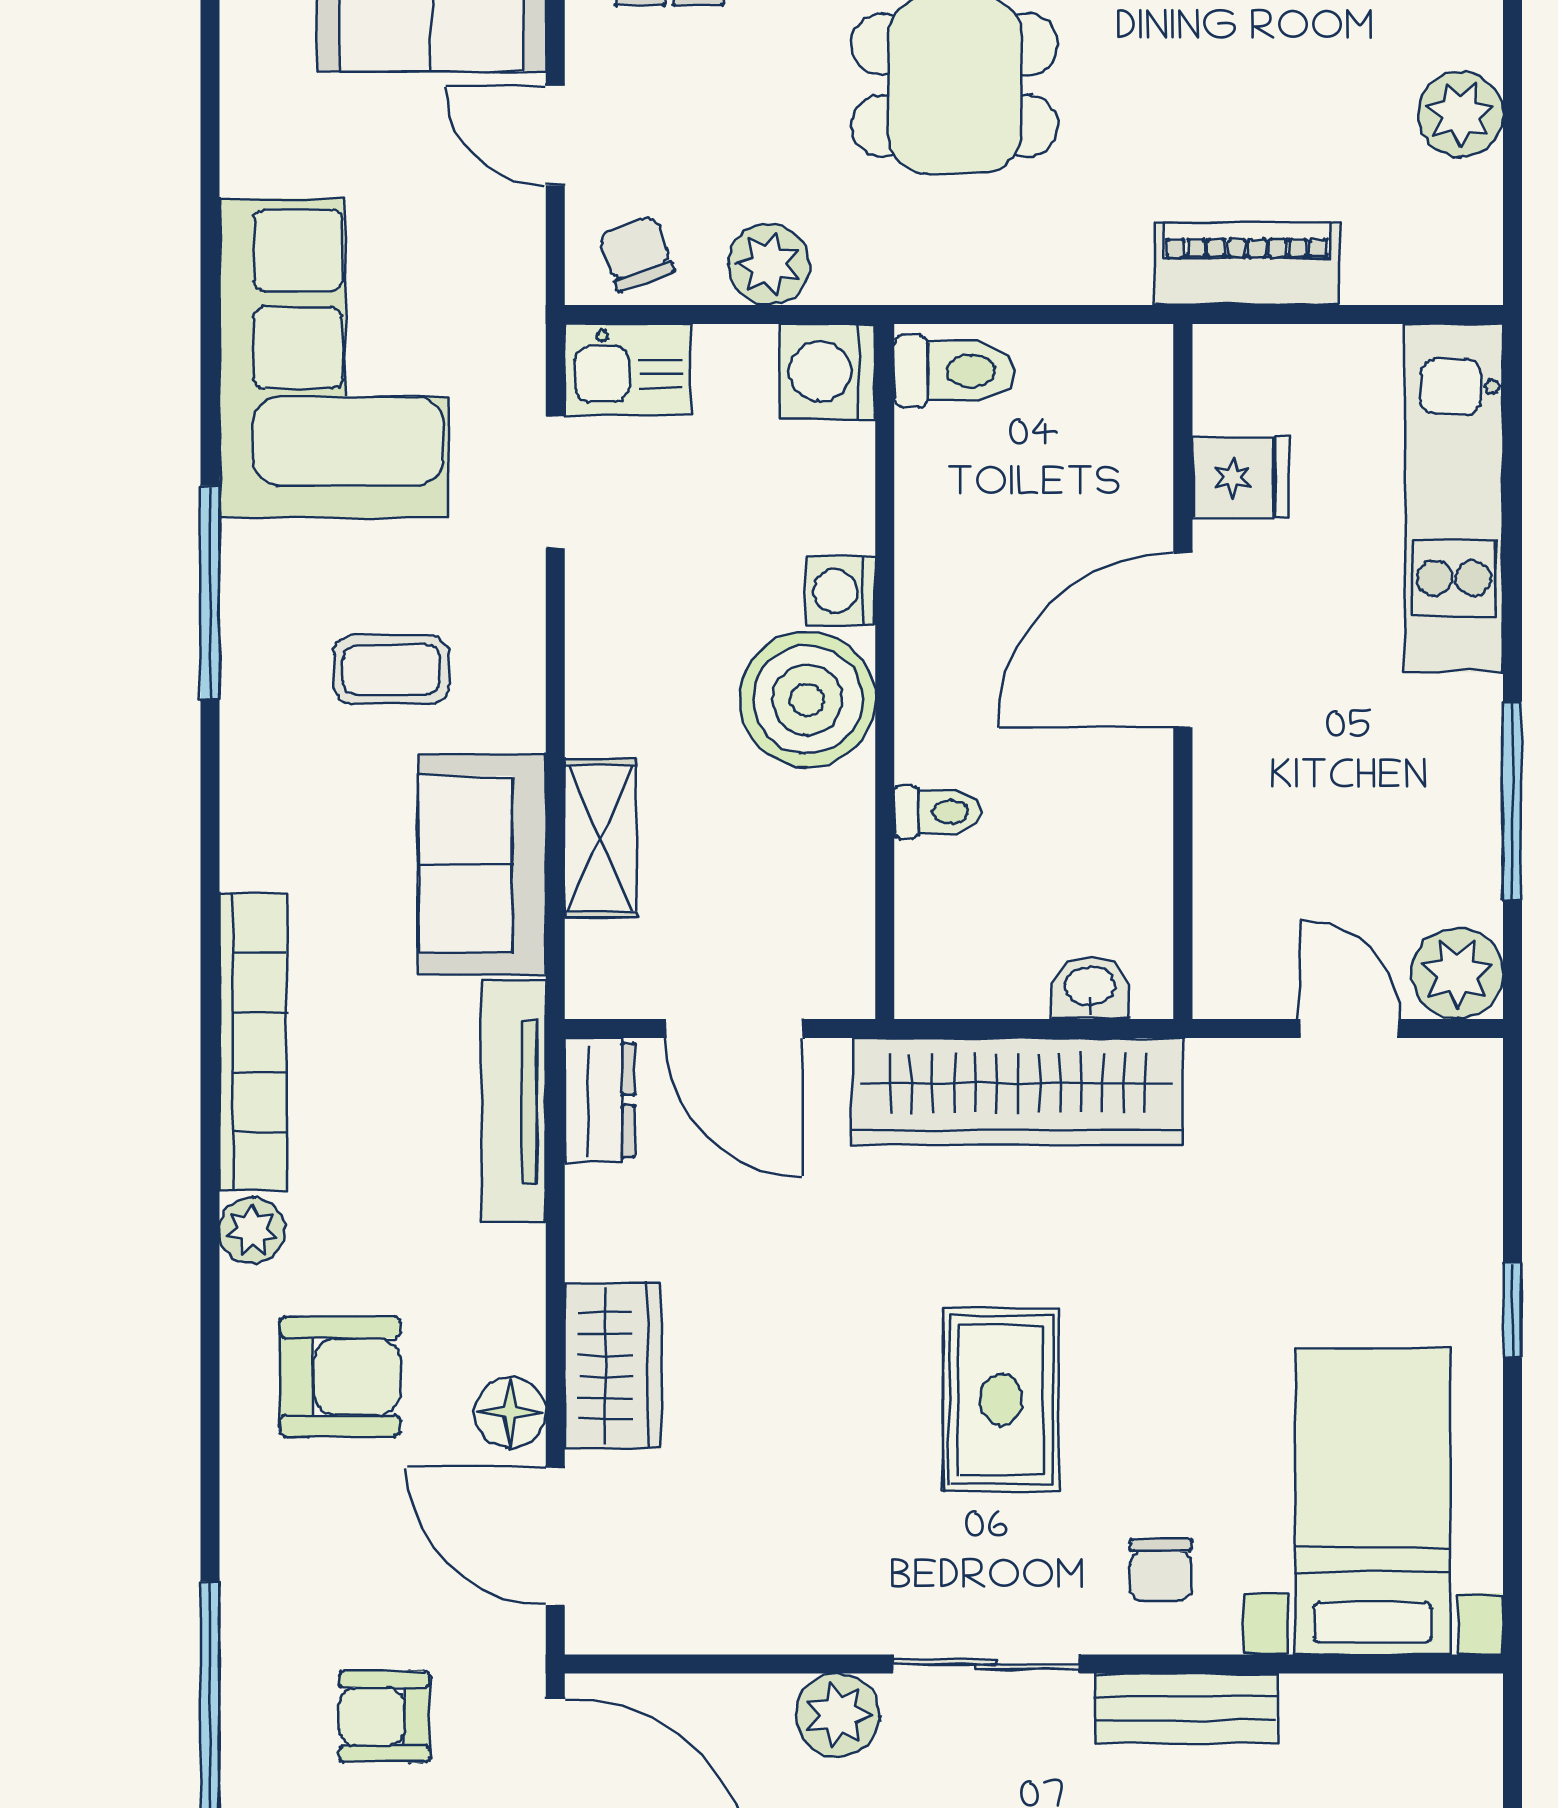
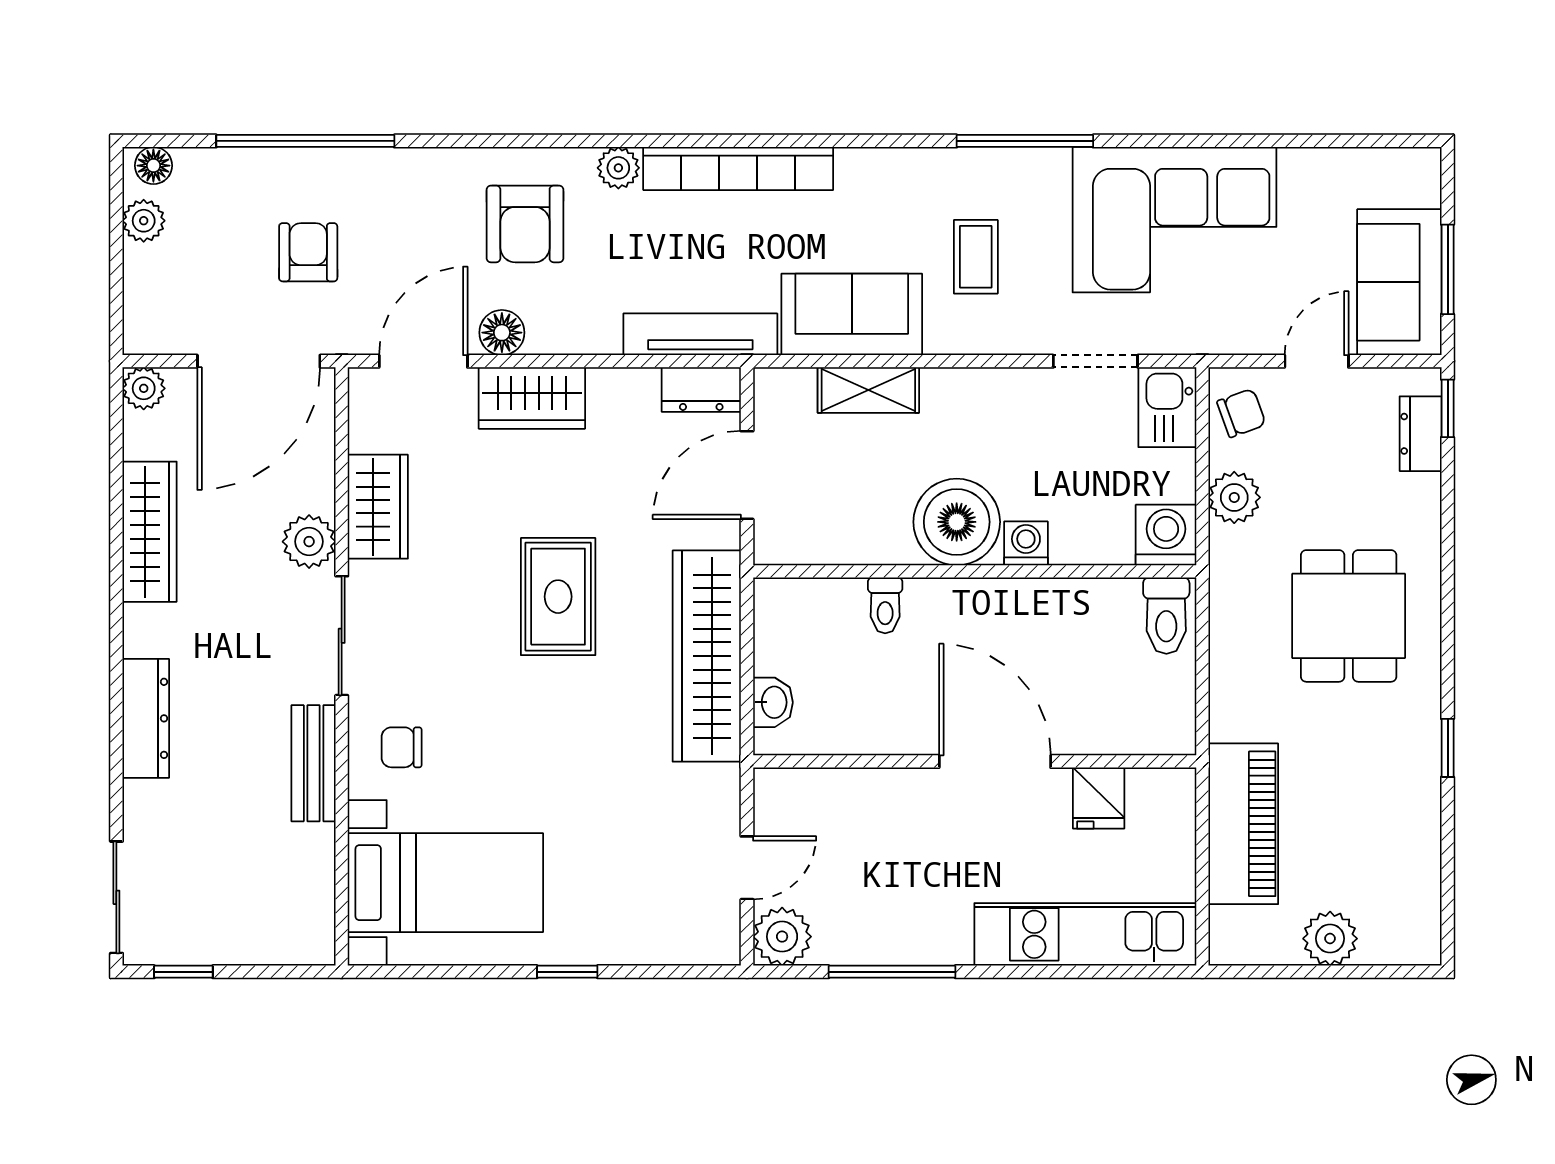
piano: (1247, 264) -> (1243, 824), width x1.37, depth x1.33
rug: (1001, 1400) -> (558, 597), moved, turned 90
wardrobe: (783, 1607) -> (378, 507), added

